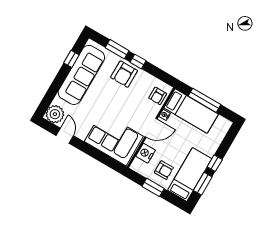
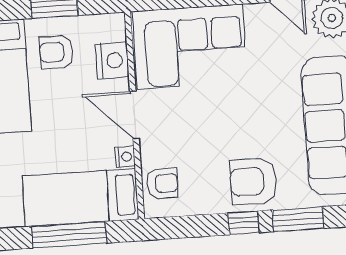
armchair: (124, 74) -> (253, 181), turned -90
armchair: (158, 96) -> (162, 183), turned 90
door: (151, 128) -> (134, 115), hinge flipped

